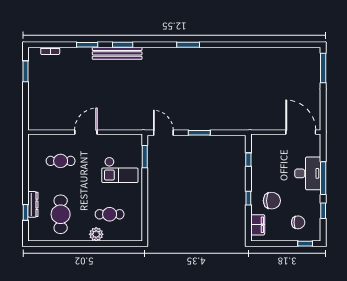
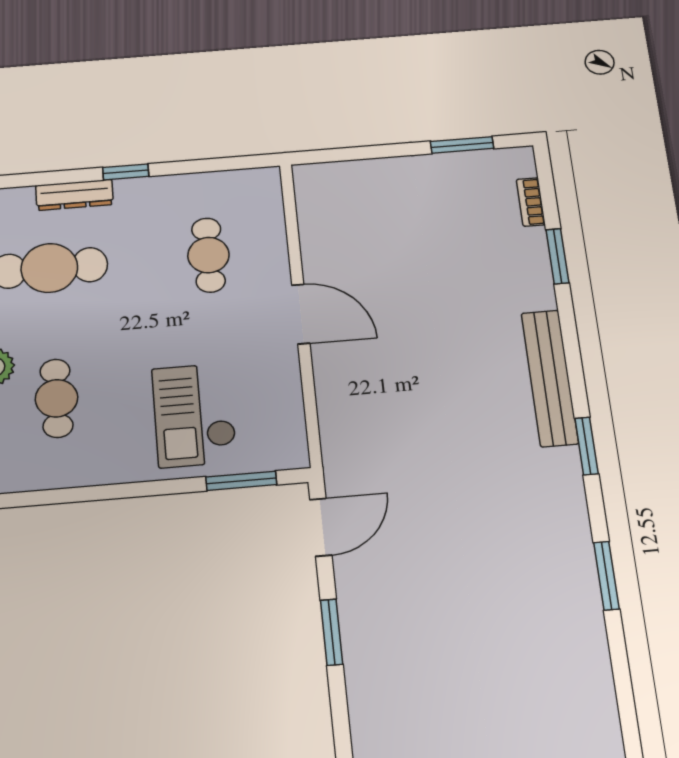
window: (87, 45) -> (557, 256), moved
window: (123, 45) -> (587, 446), moved
window: (25, 212) -> (126, 172), moved

